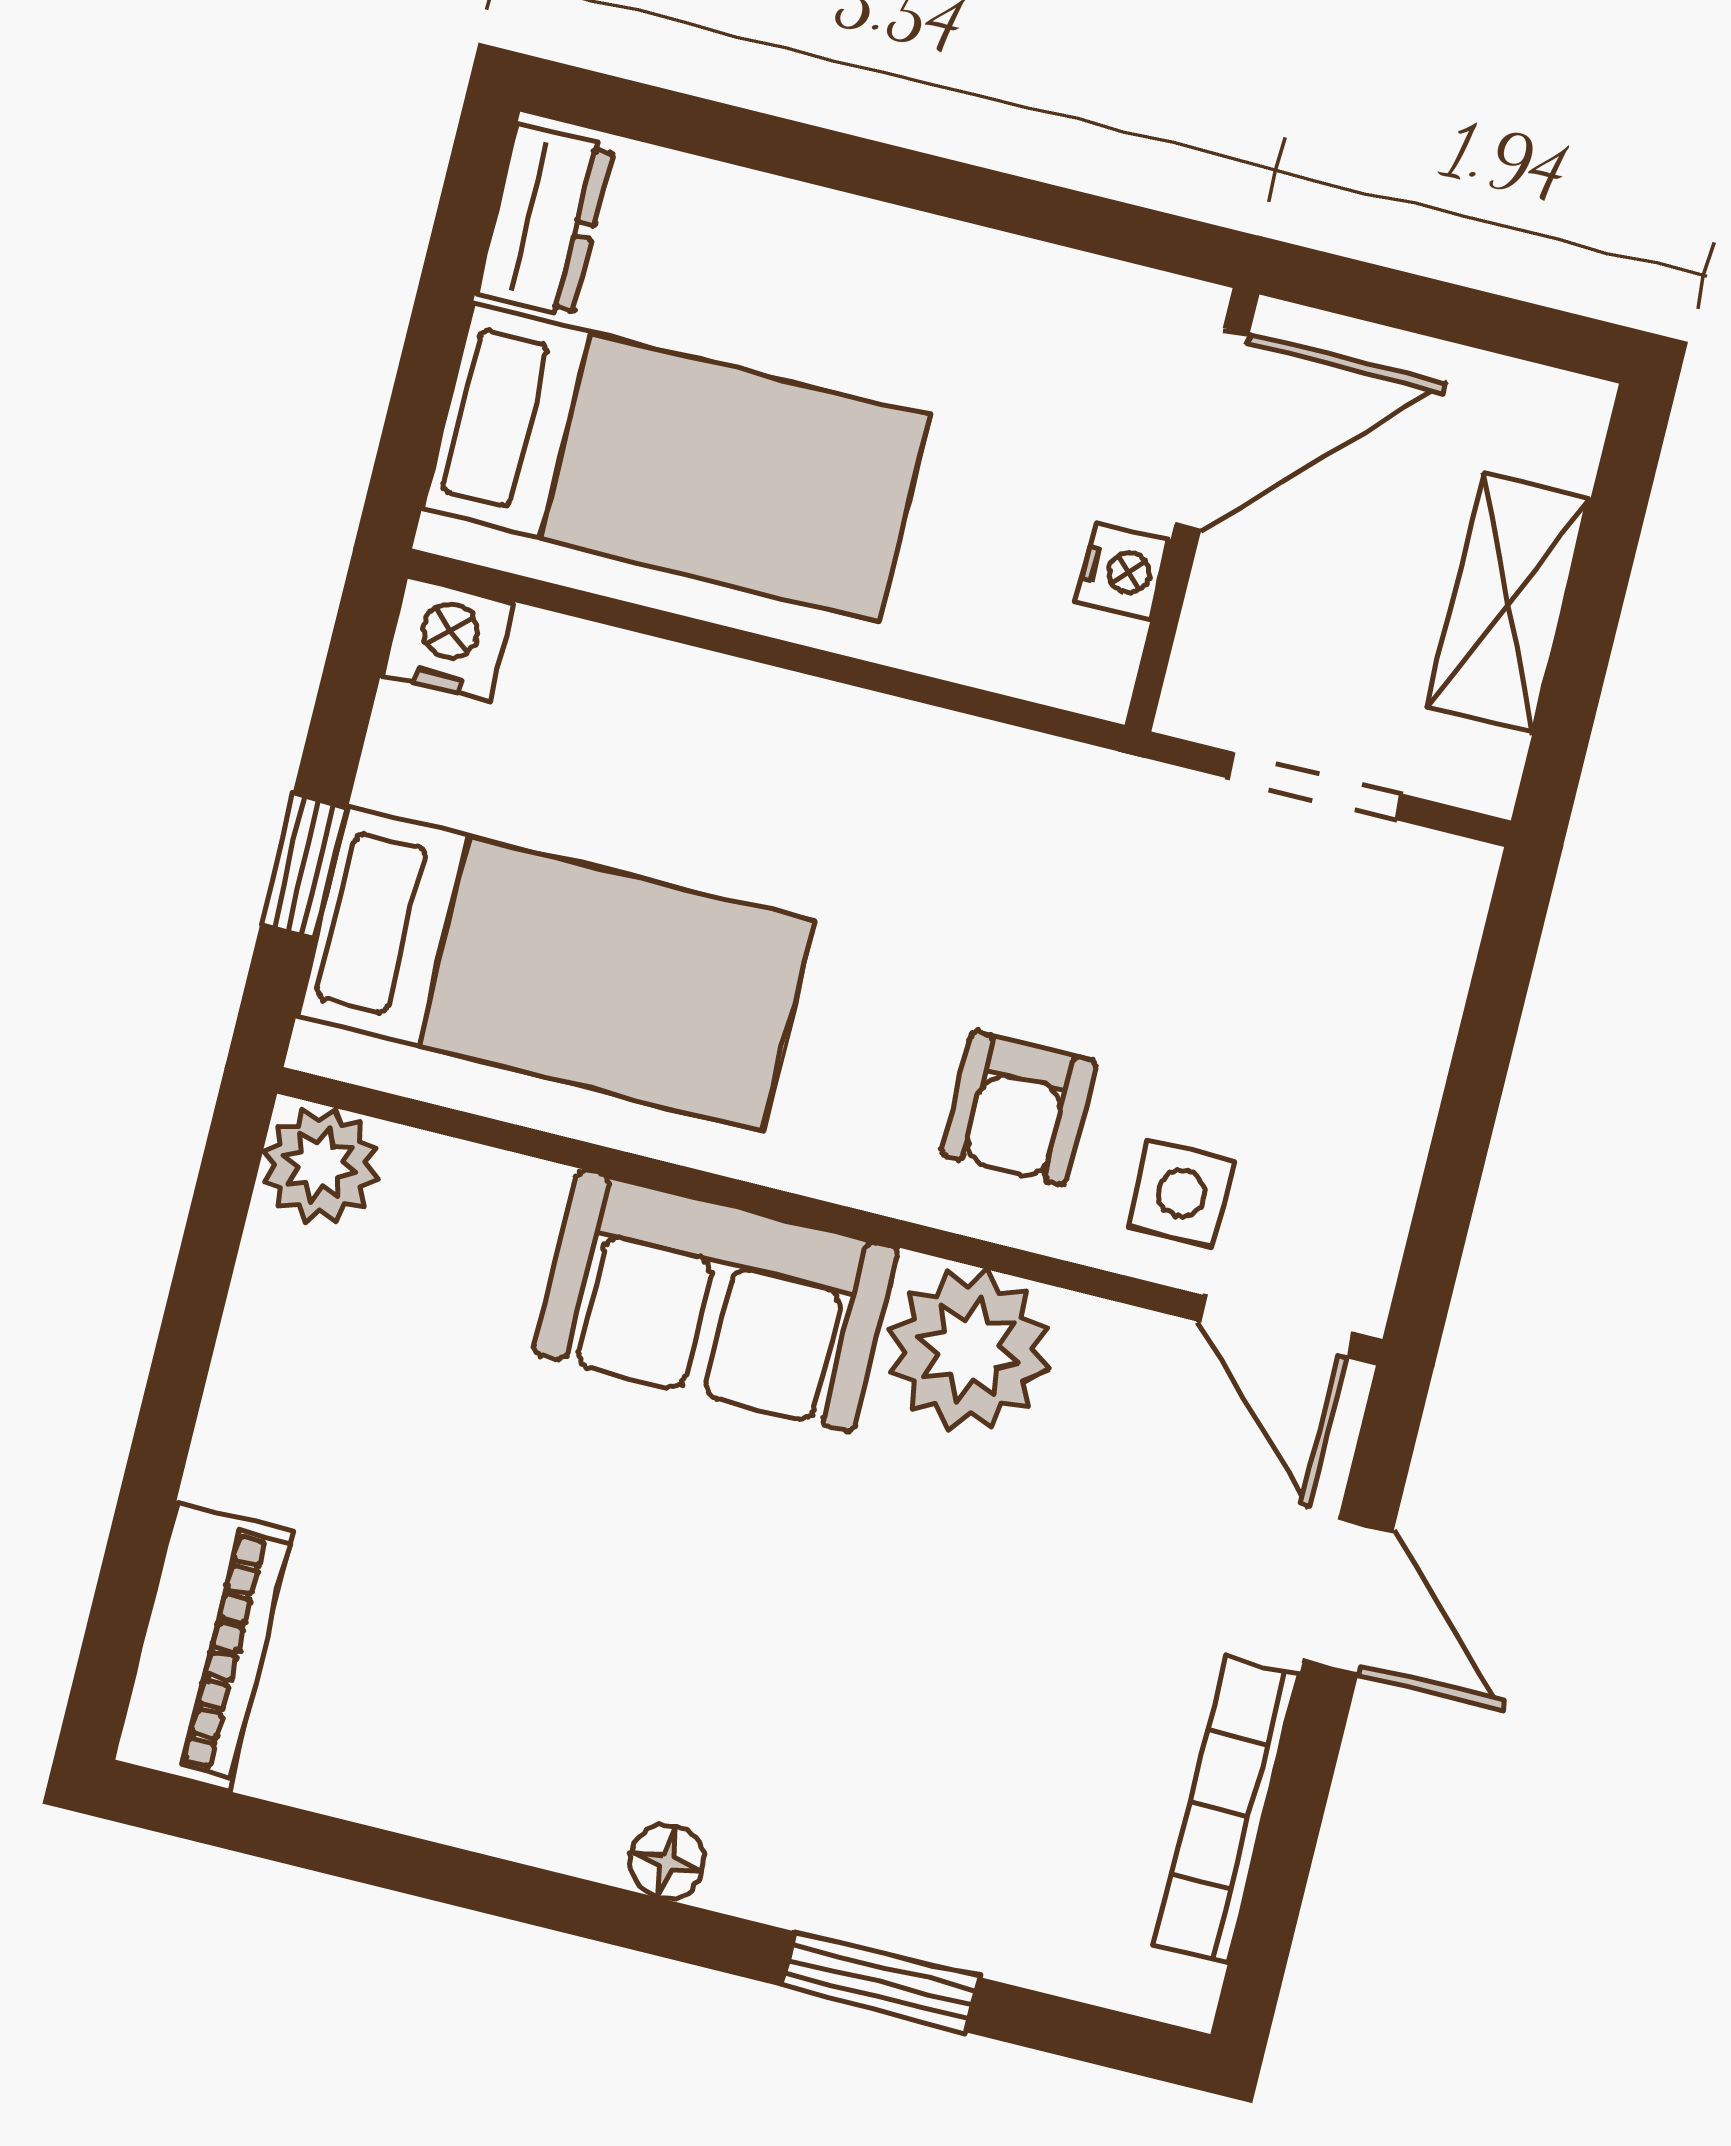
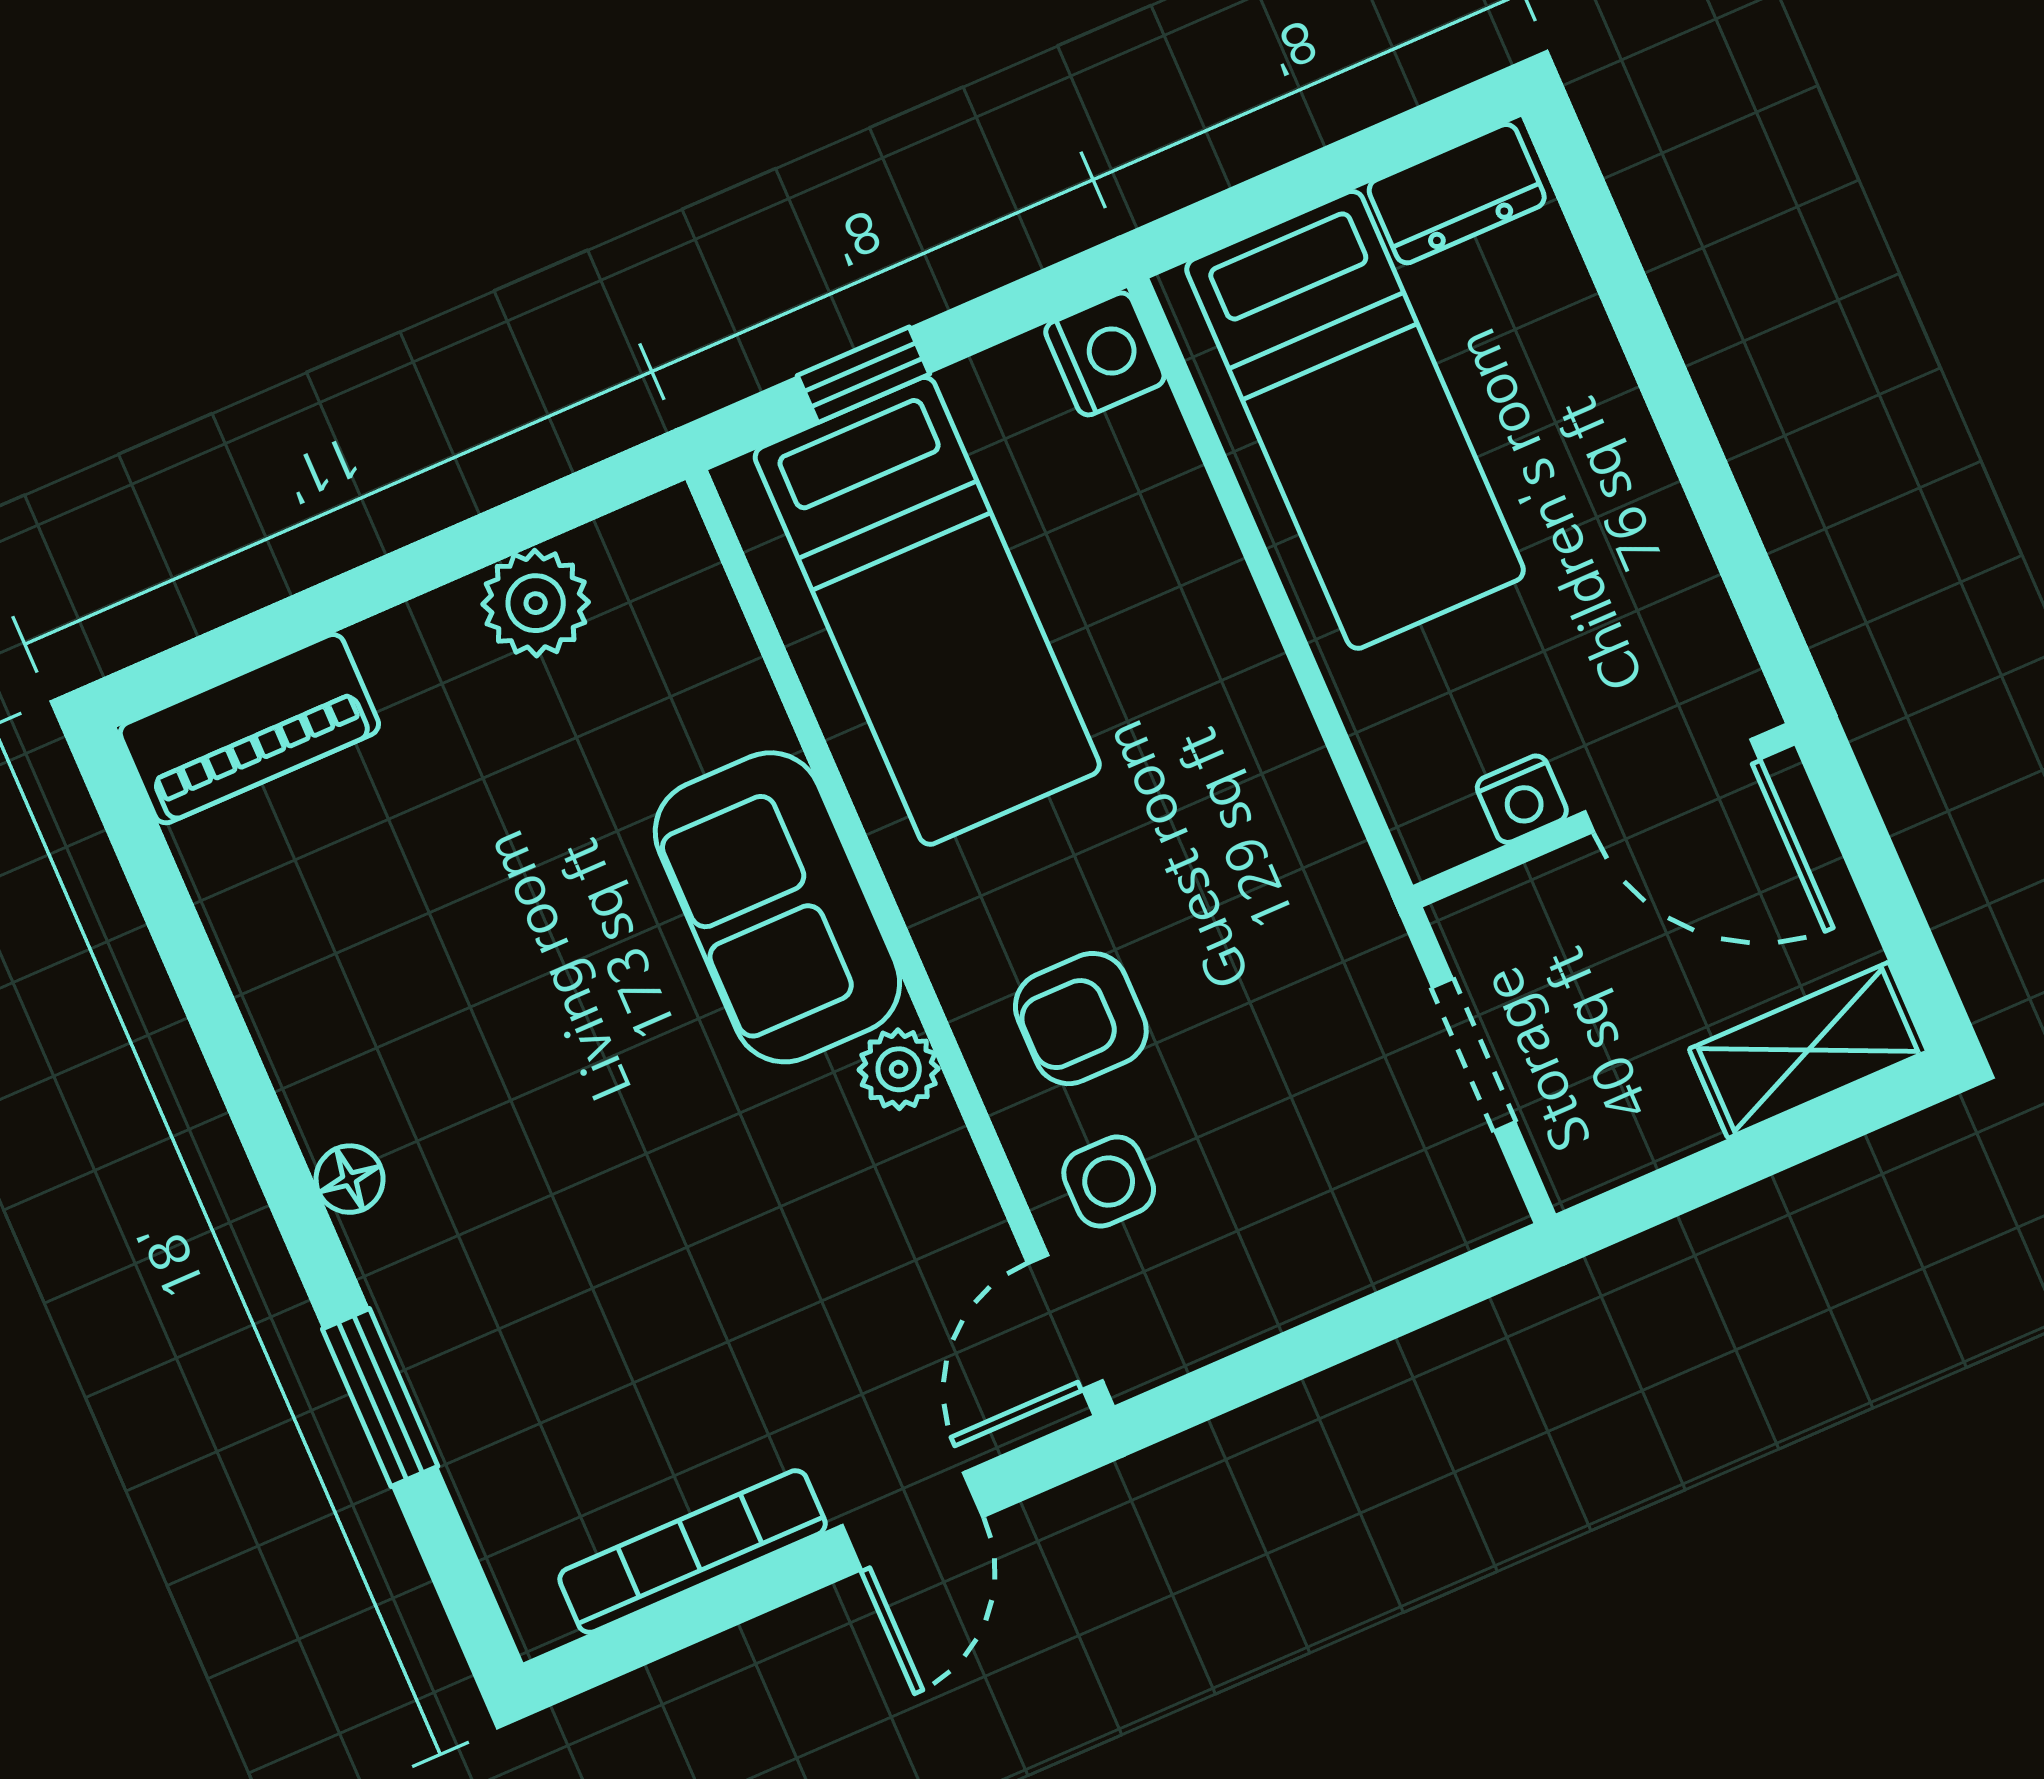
shelving: (1509, 603) -> (1808, 1050), moved
plant: (320, 1165) -> (536, 603), moved
plant: (969, 1350) -> (899, 1069), width x0.53, depth x0.53

